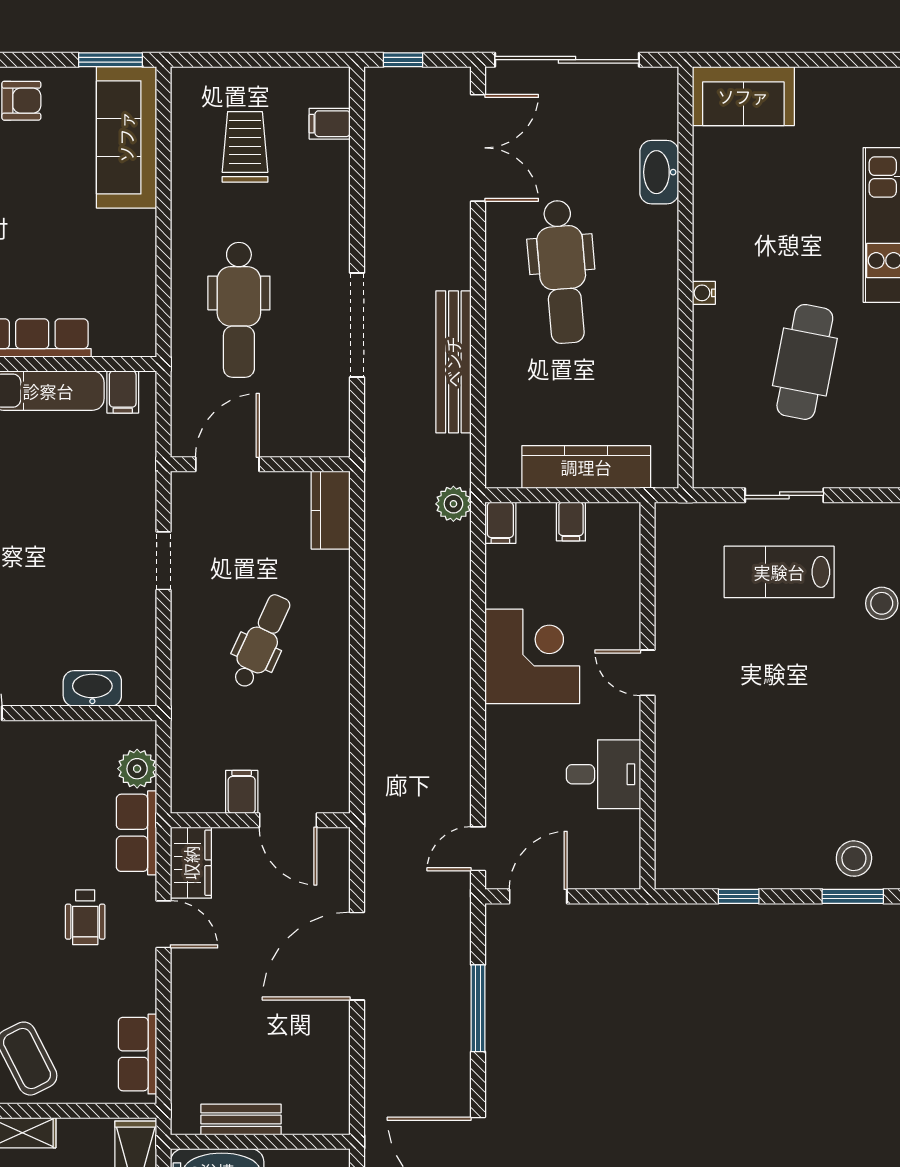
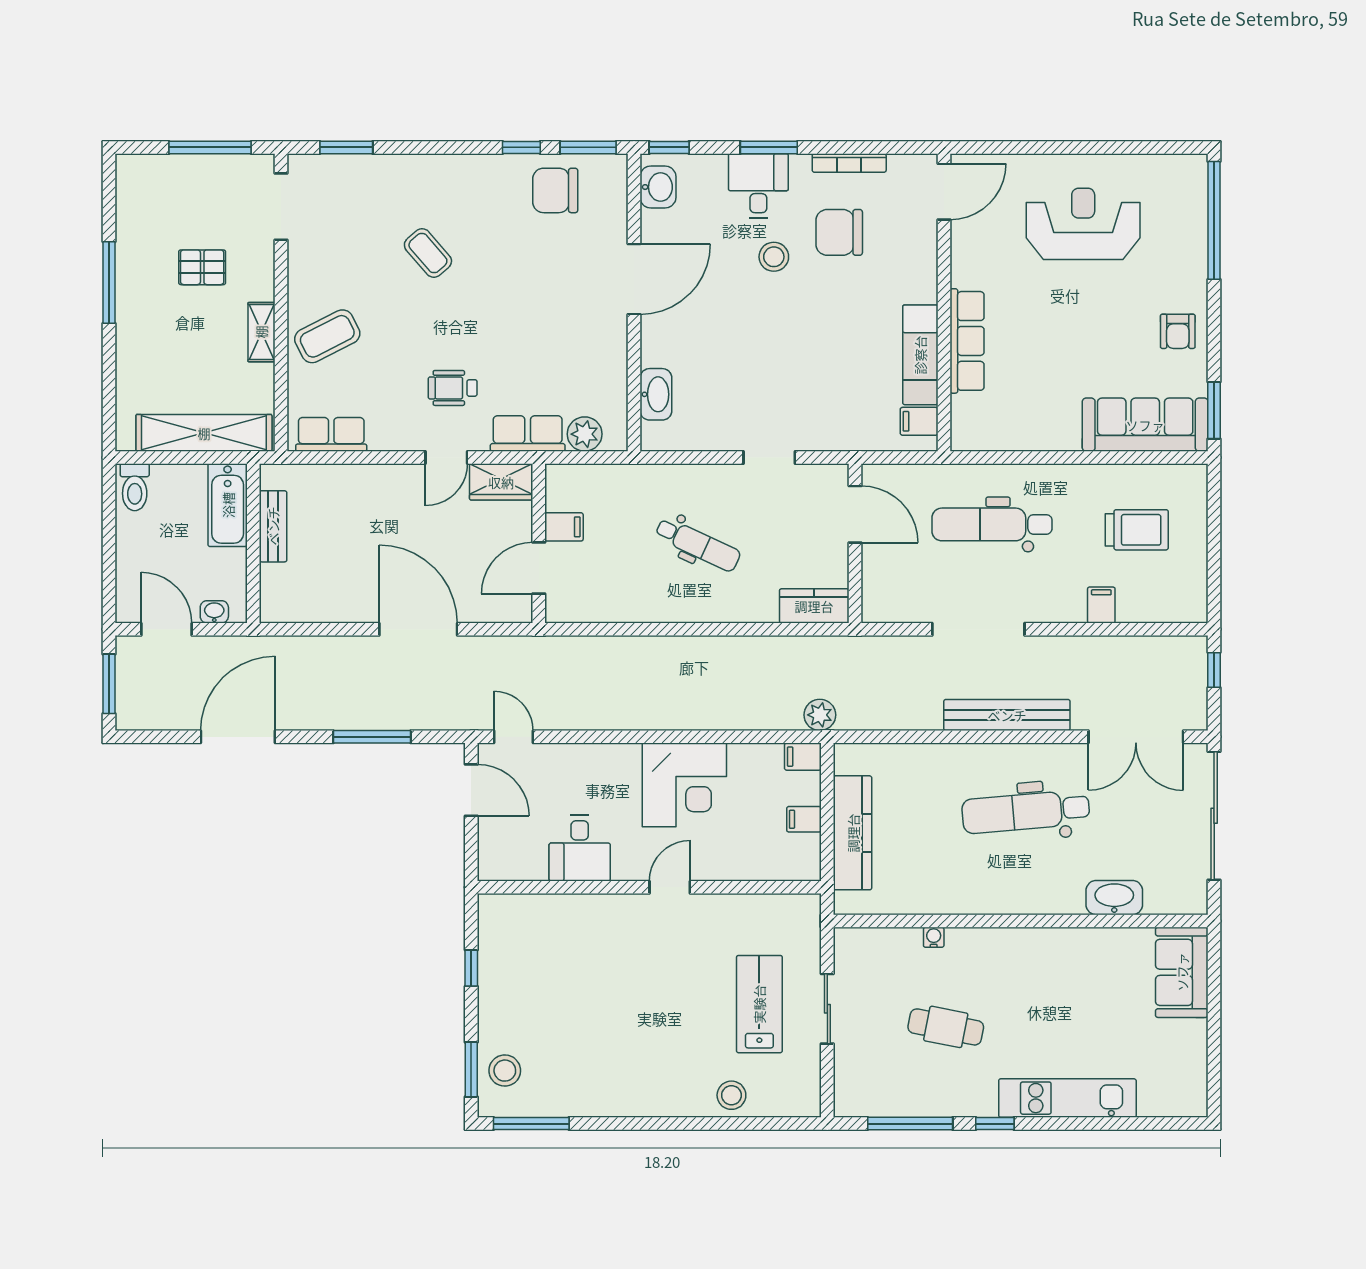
filing cabinet: (330, 124) -> (1101, 605), moved
water cooler: (704, 293) -> (934, 937), moved
bench: (453, 362) -> (1007, 715), moved
cafe table: (805, 362) -> (946, 1027), width x0.73, depth x0.74

